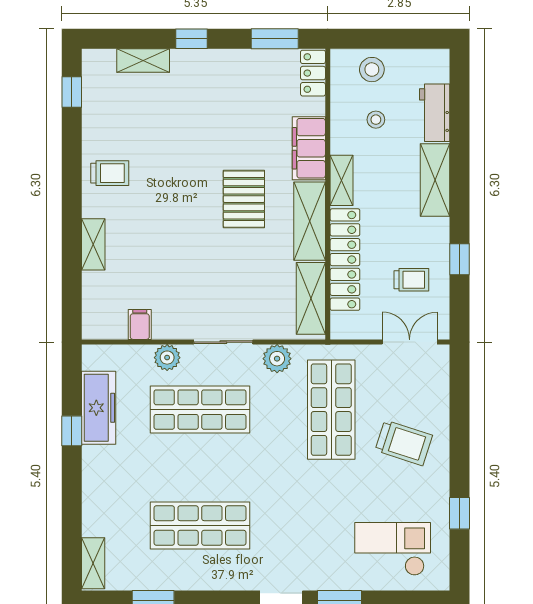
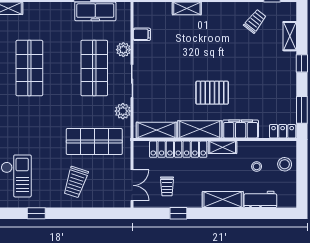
trolley: (110, 173) -> (255, 21), moved, turned -142

